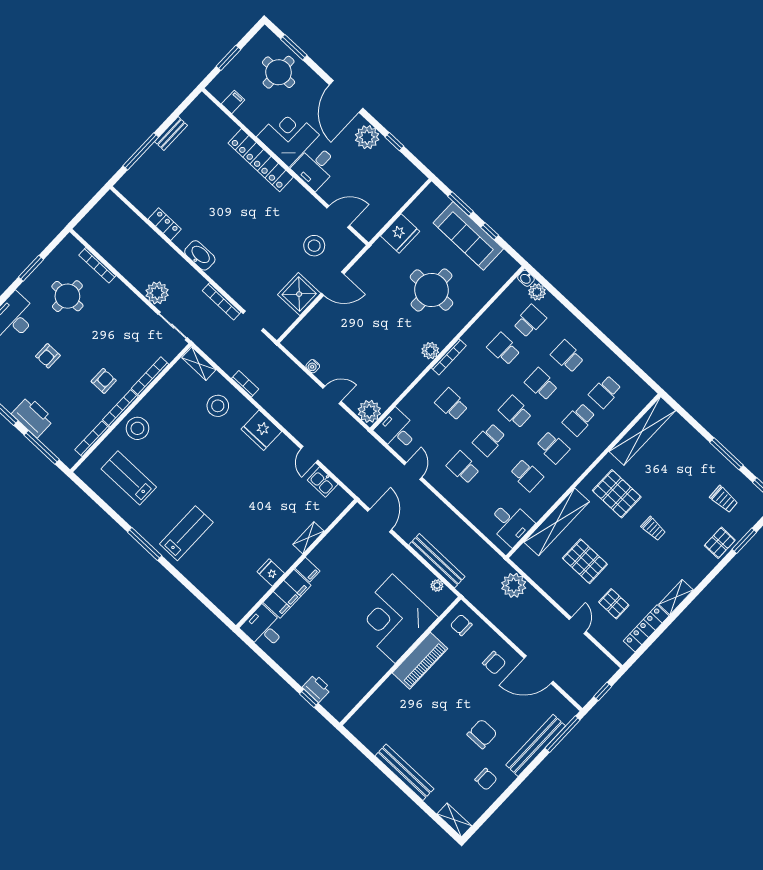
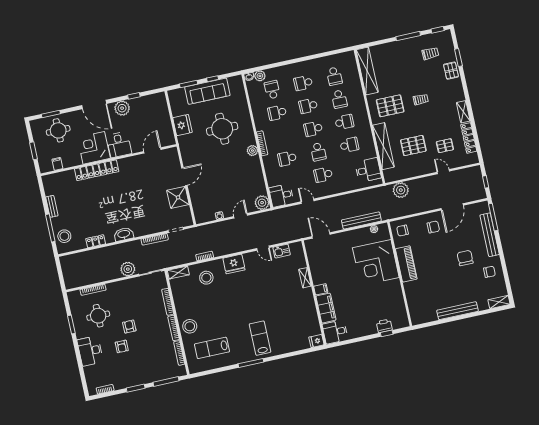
stool: (314, 246) -> (64, 236), moved
armchair: (104, 381) -> (129, 327), moved
printer: (33, 417) -> (147, 375), removed
fridge: (271, 573) -> (316, 341), moved

